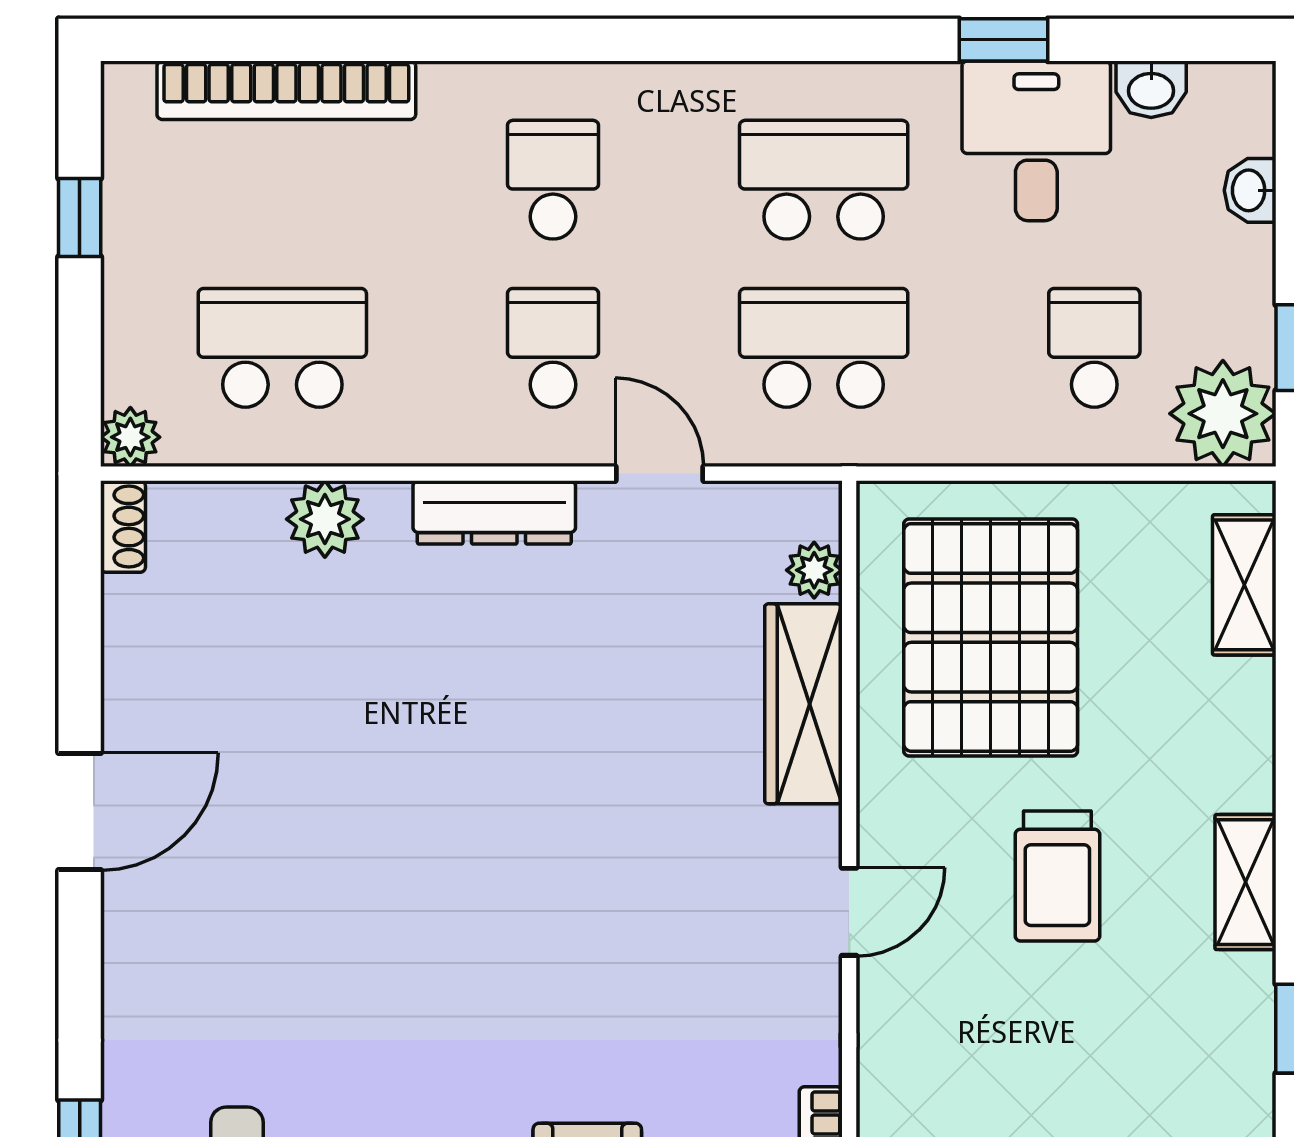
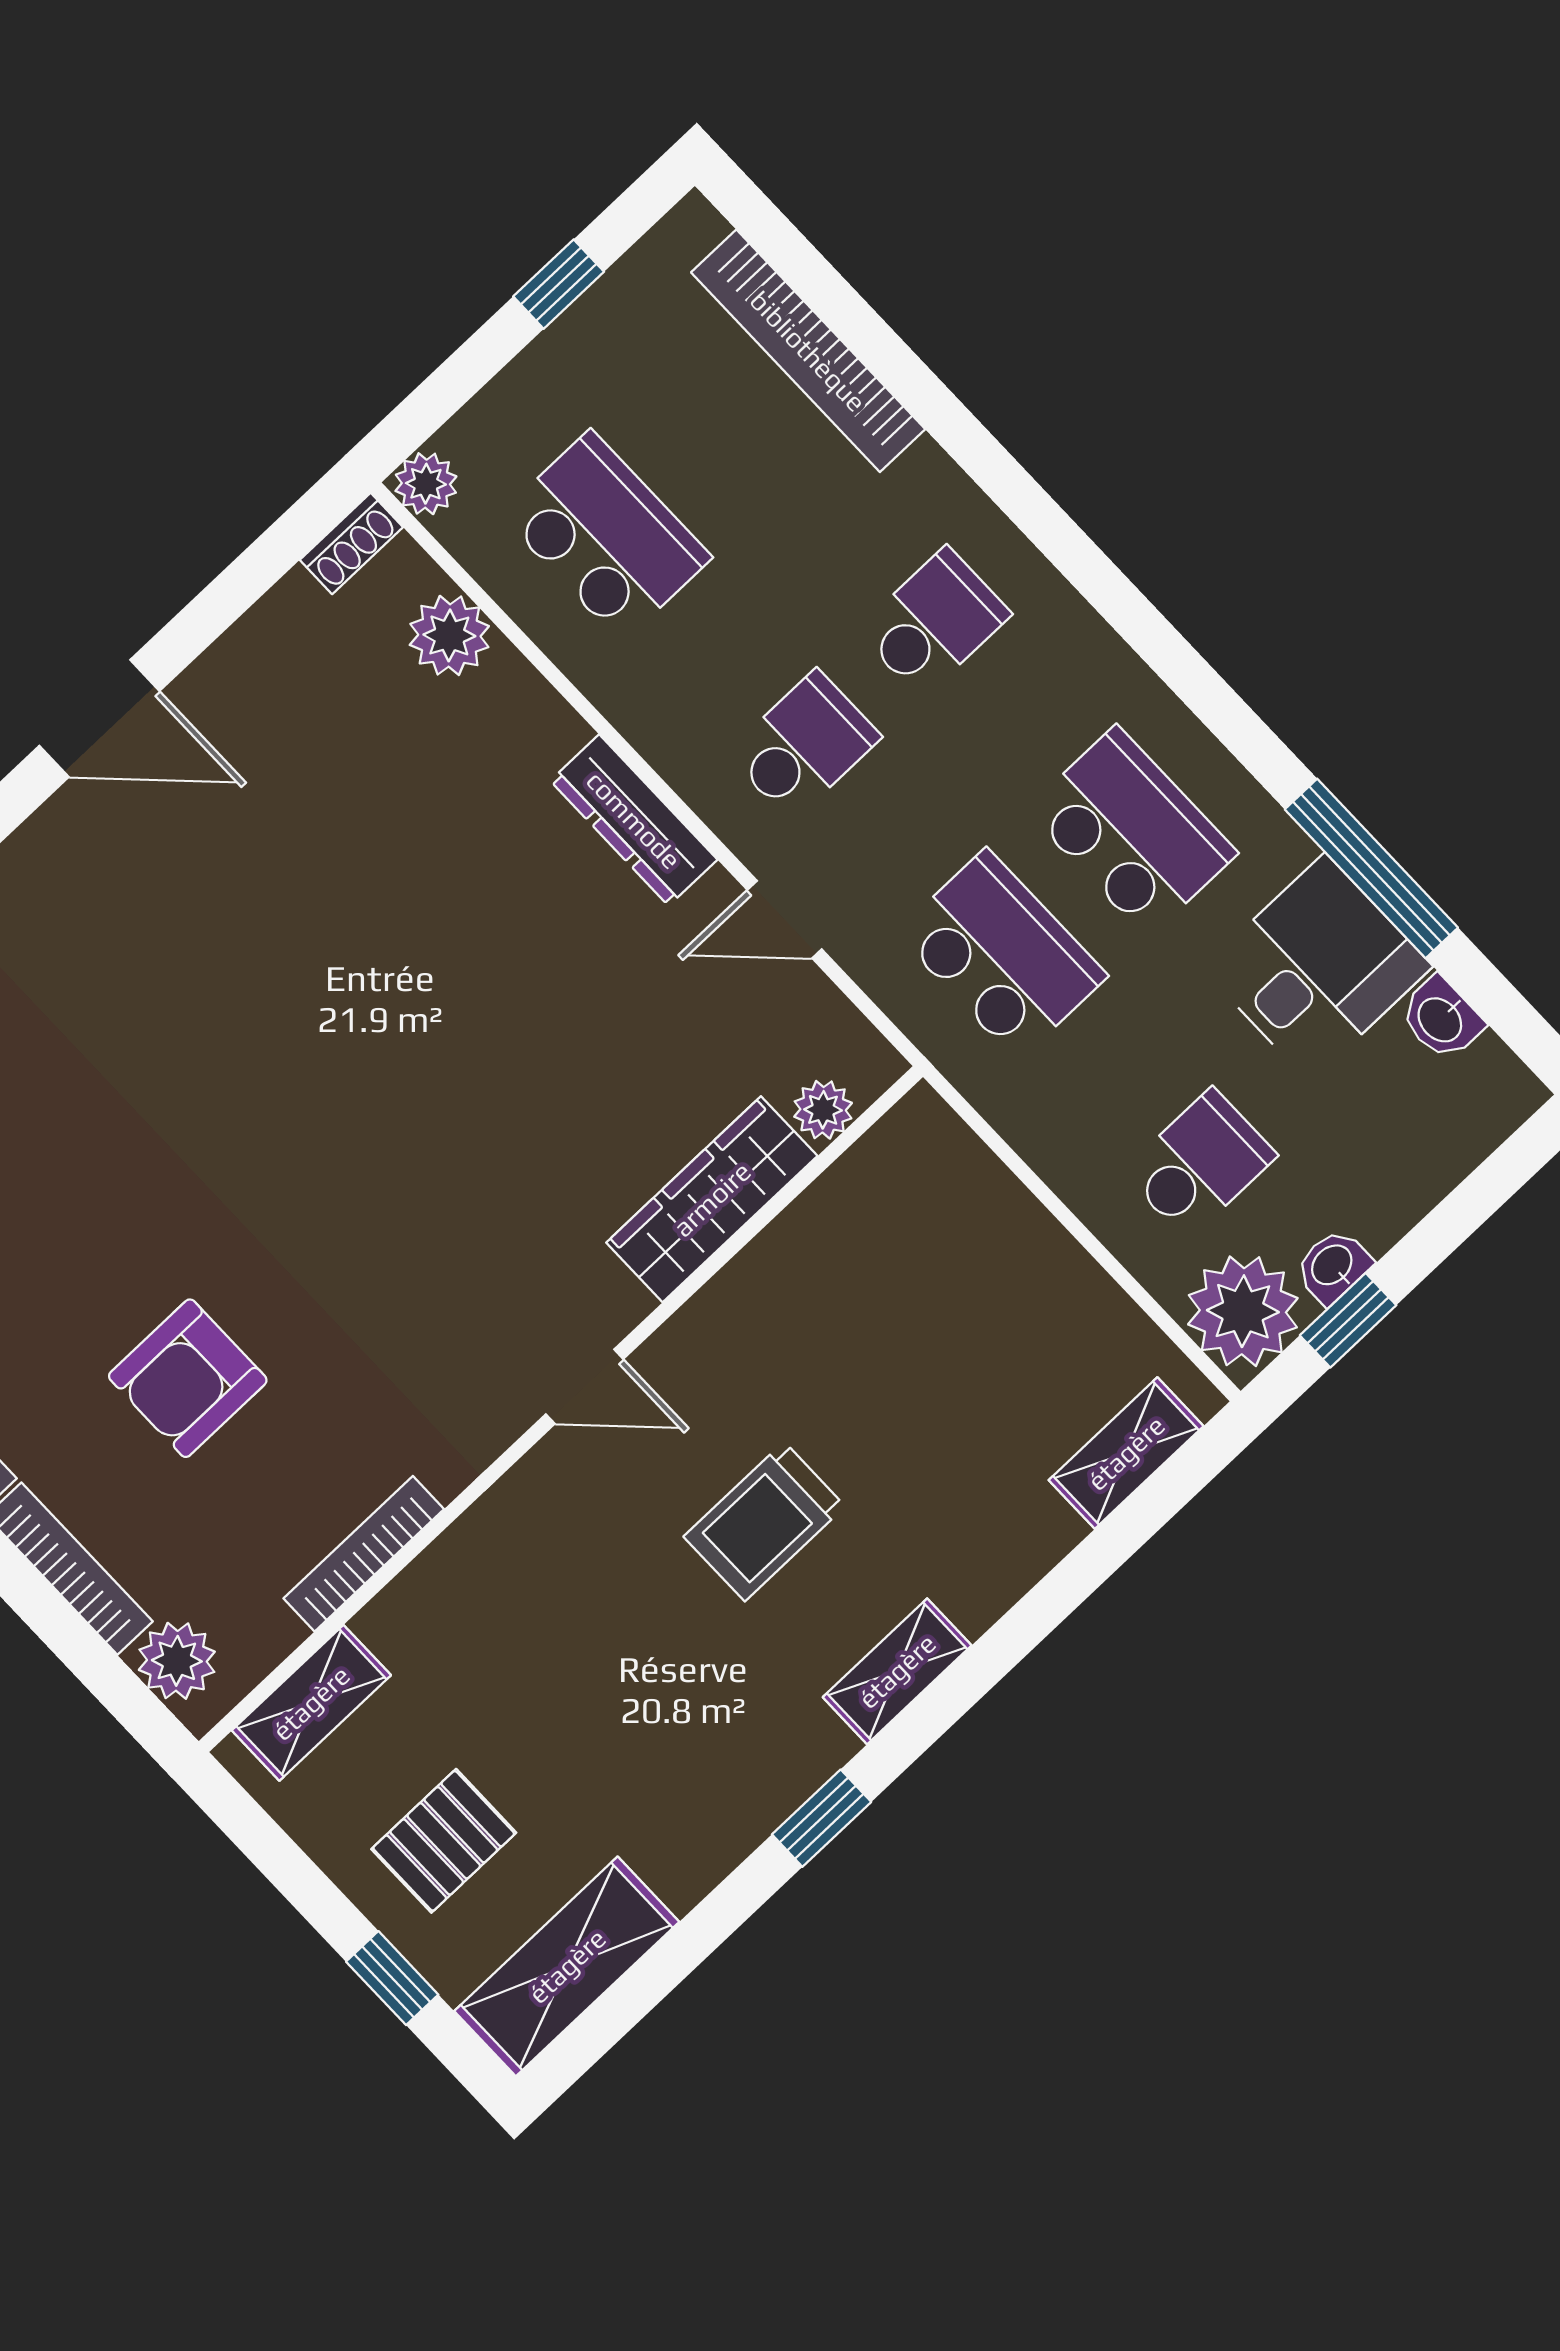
window: (1003, 40) -> (1371, 868), width x2.17
washbasin: (1250, 190) -> (1333, 1266), moved
door: (659, 474) -> (785, 920), swing flipped
plant: (325, 519) -> (449, 635), moved
pallet: (991, 637) -> (900, 1295), removed

